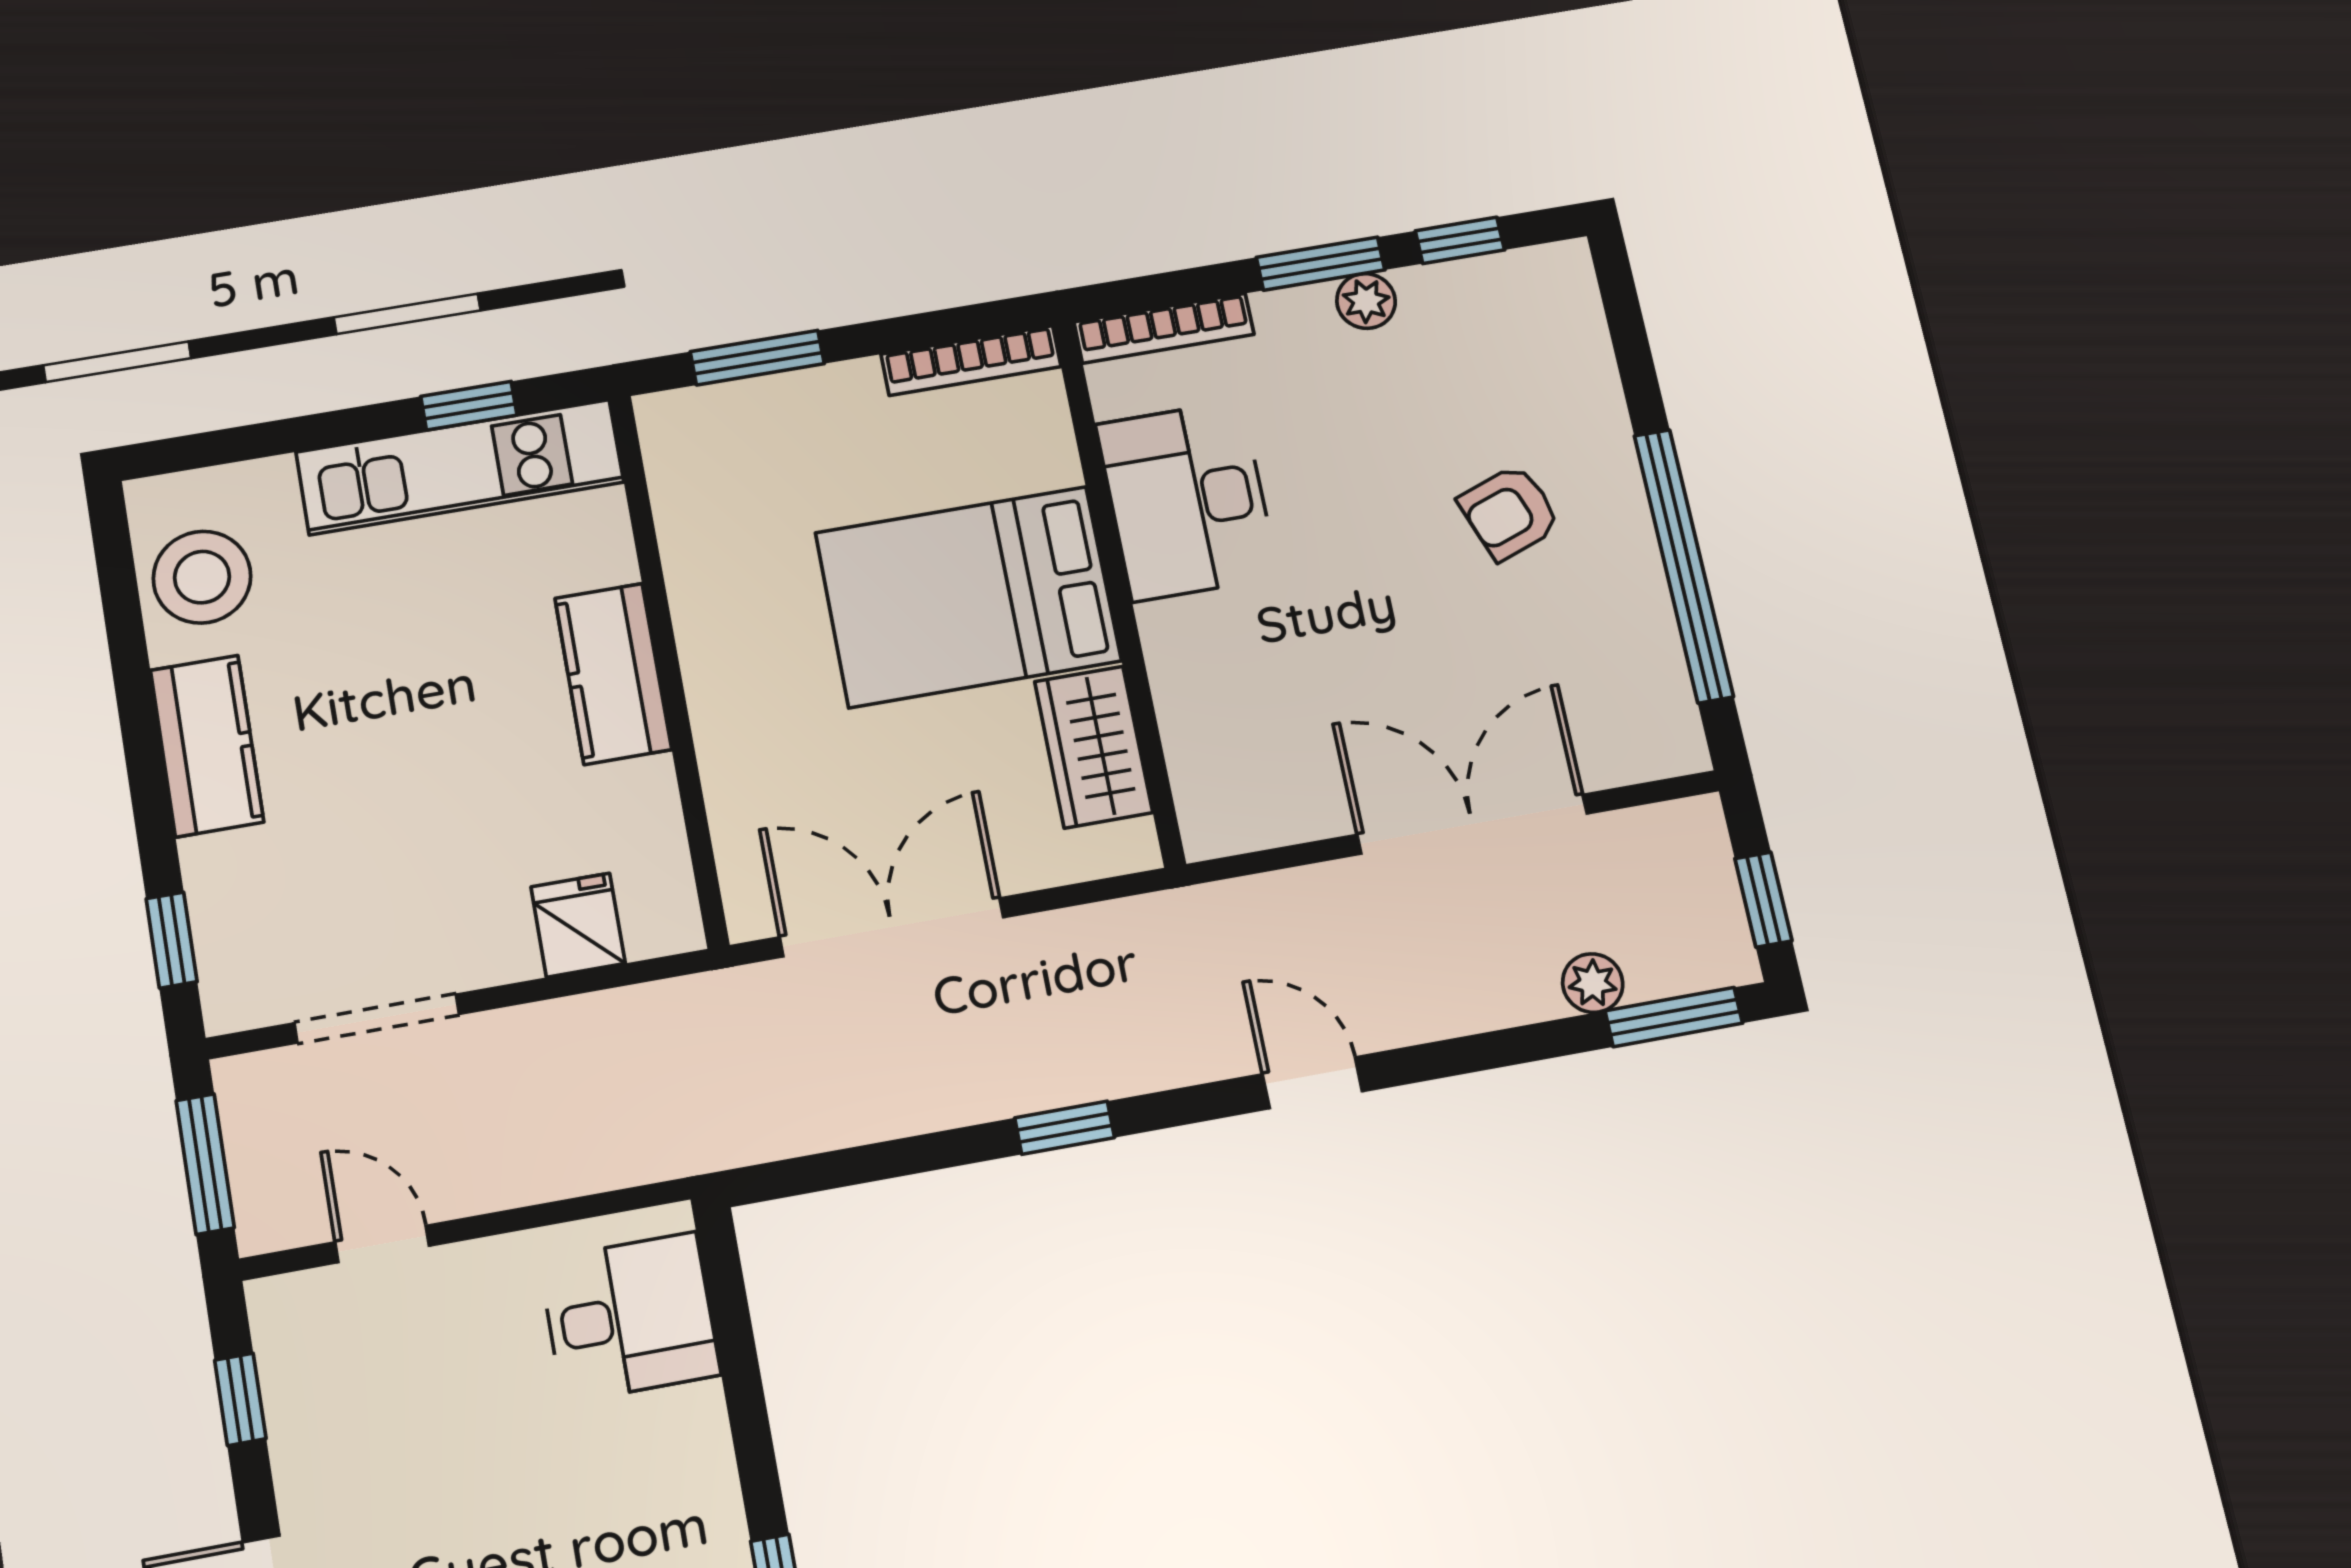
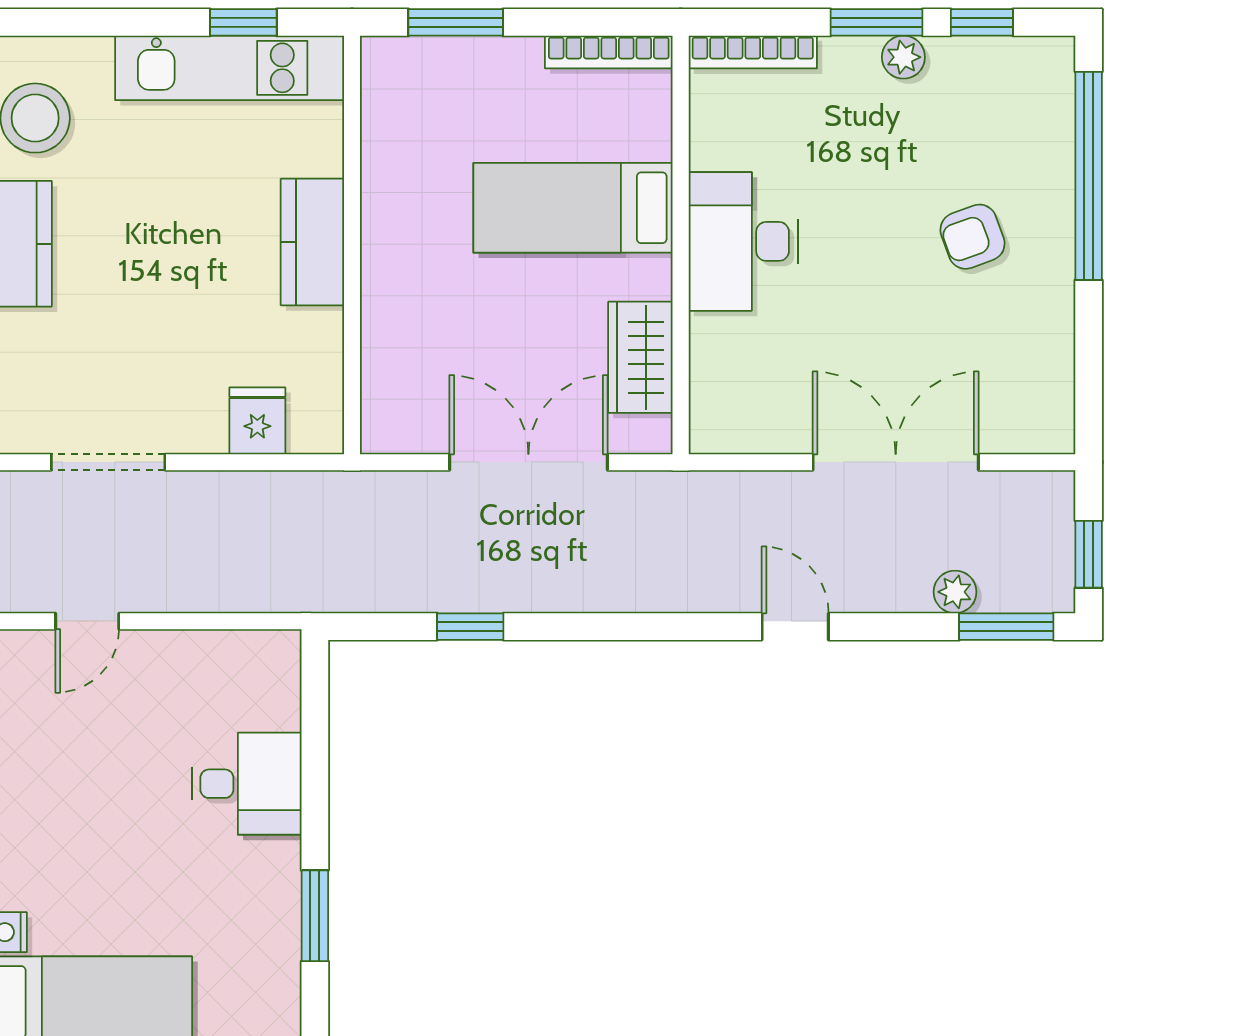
desk: (1187, 501) -> (743, 241), moved
window: (1684, 565) -> (1089, 176), moved
bed: (968, 597) -> (573, 208), width x0.67
double door: (892, 927) -> (528, 462), moved
door: (1312, 1083) -> (795, 627), moved
window: (1065, 1128) -> (470, 627), moved
door: (382, 1244) -> (87, 621), swing flipped
desk: (630, 1317) -> (247, 784), moved

